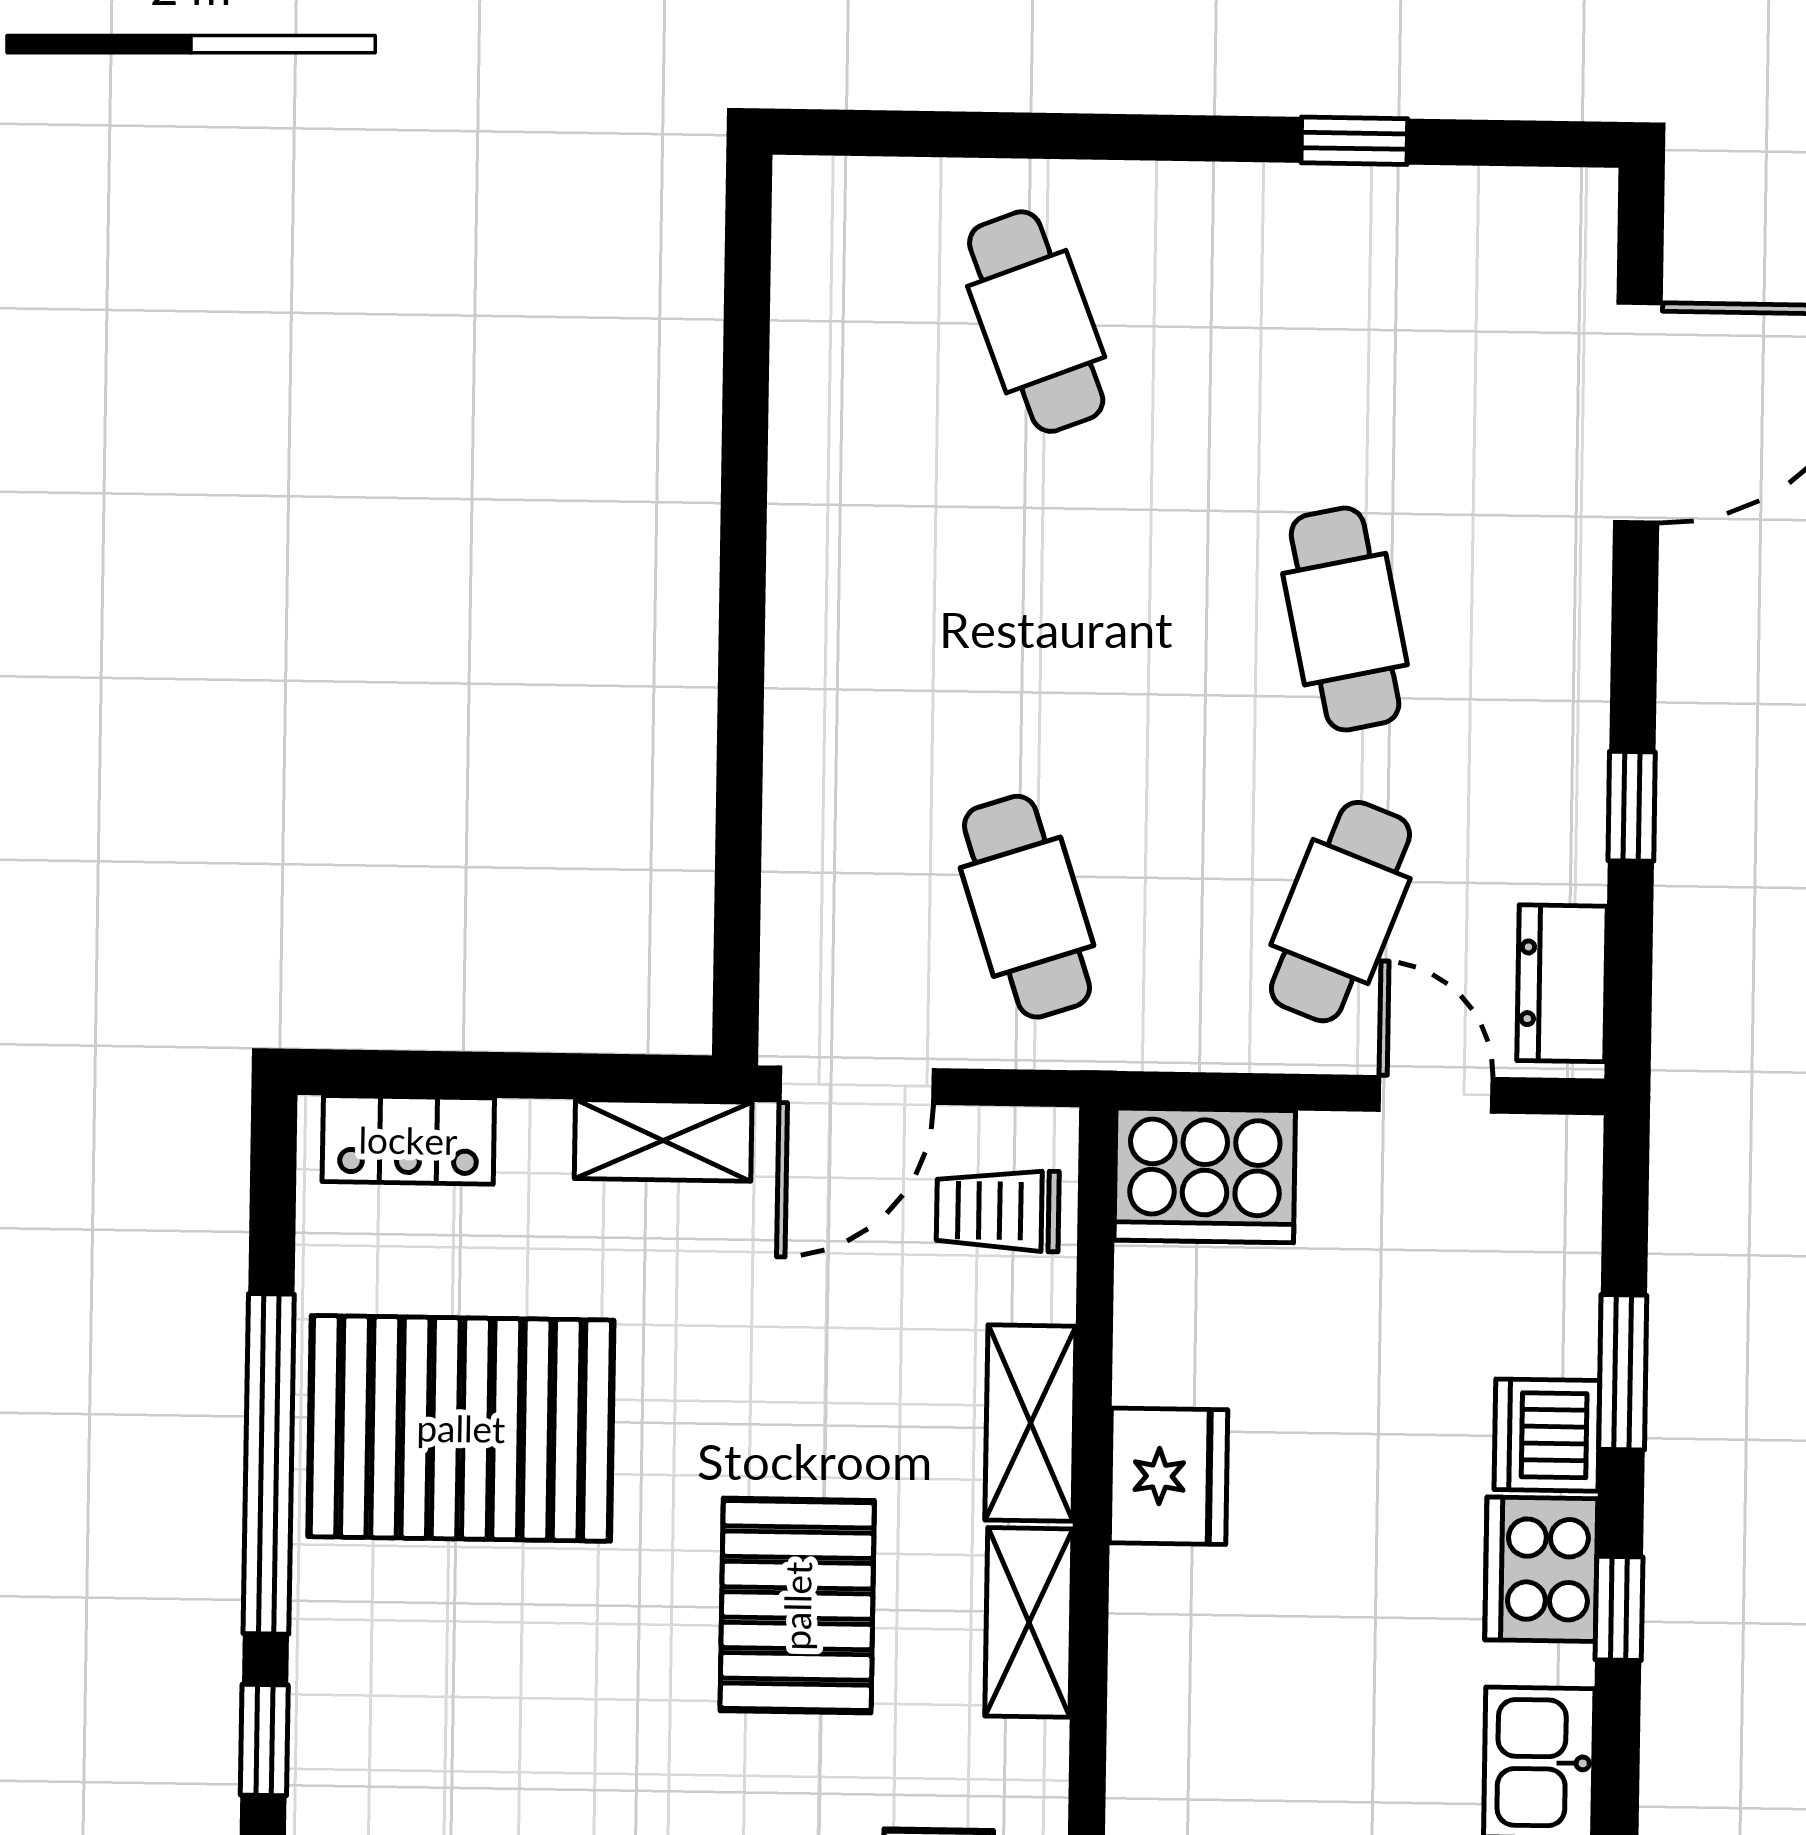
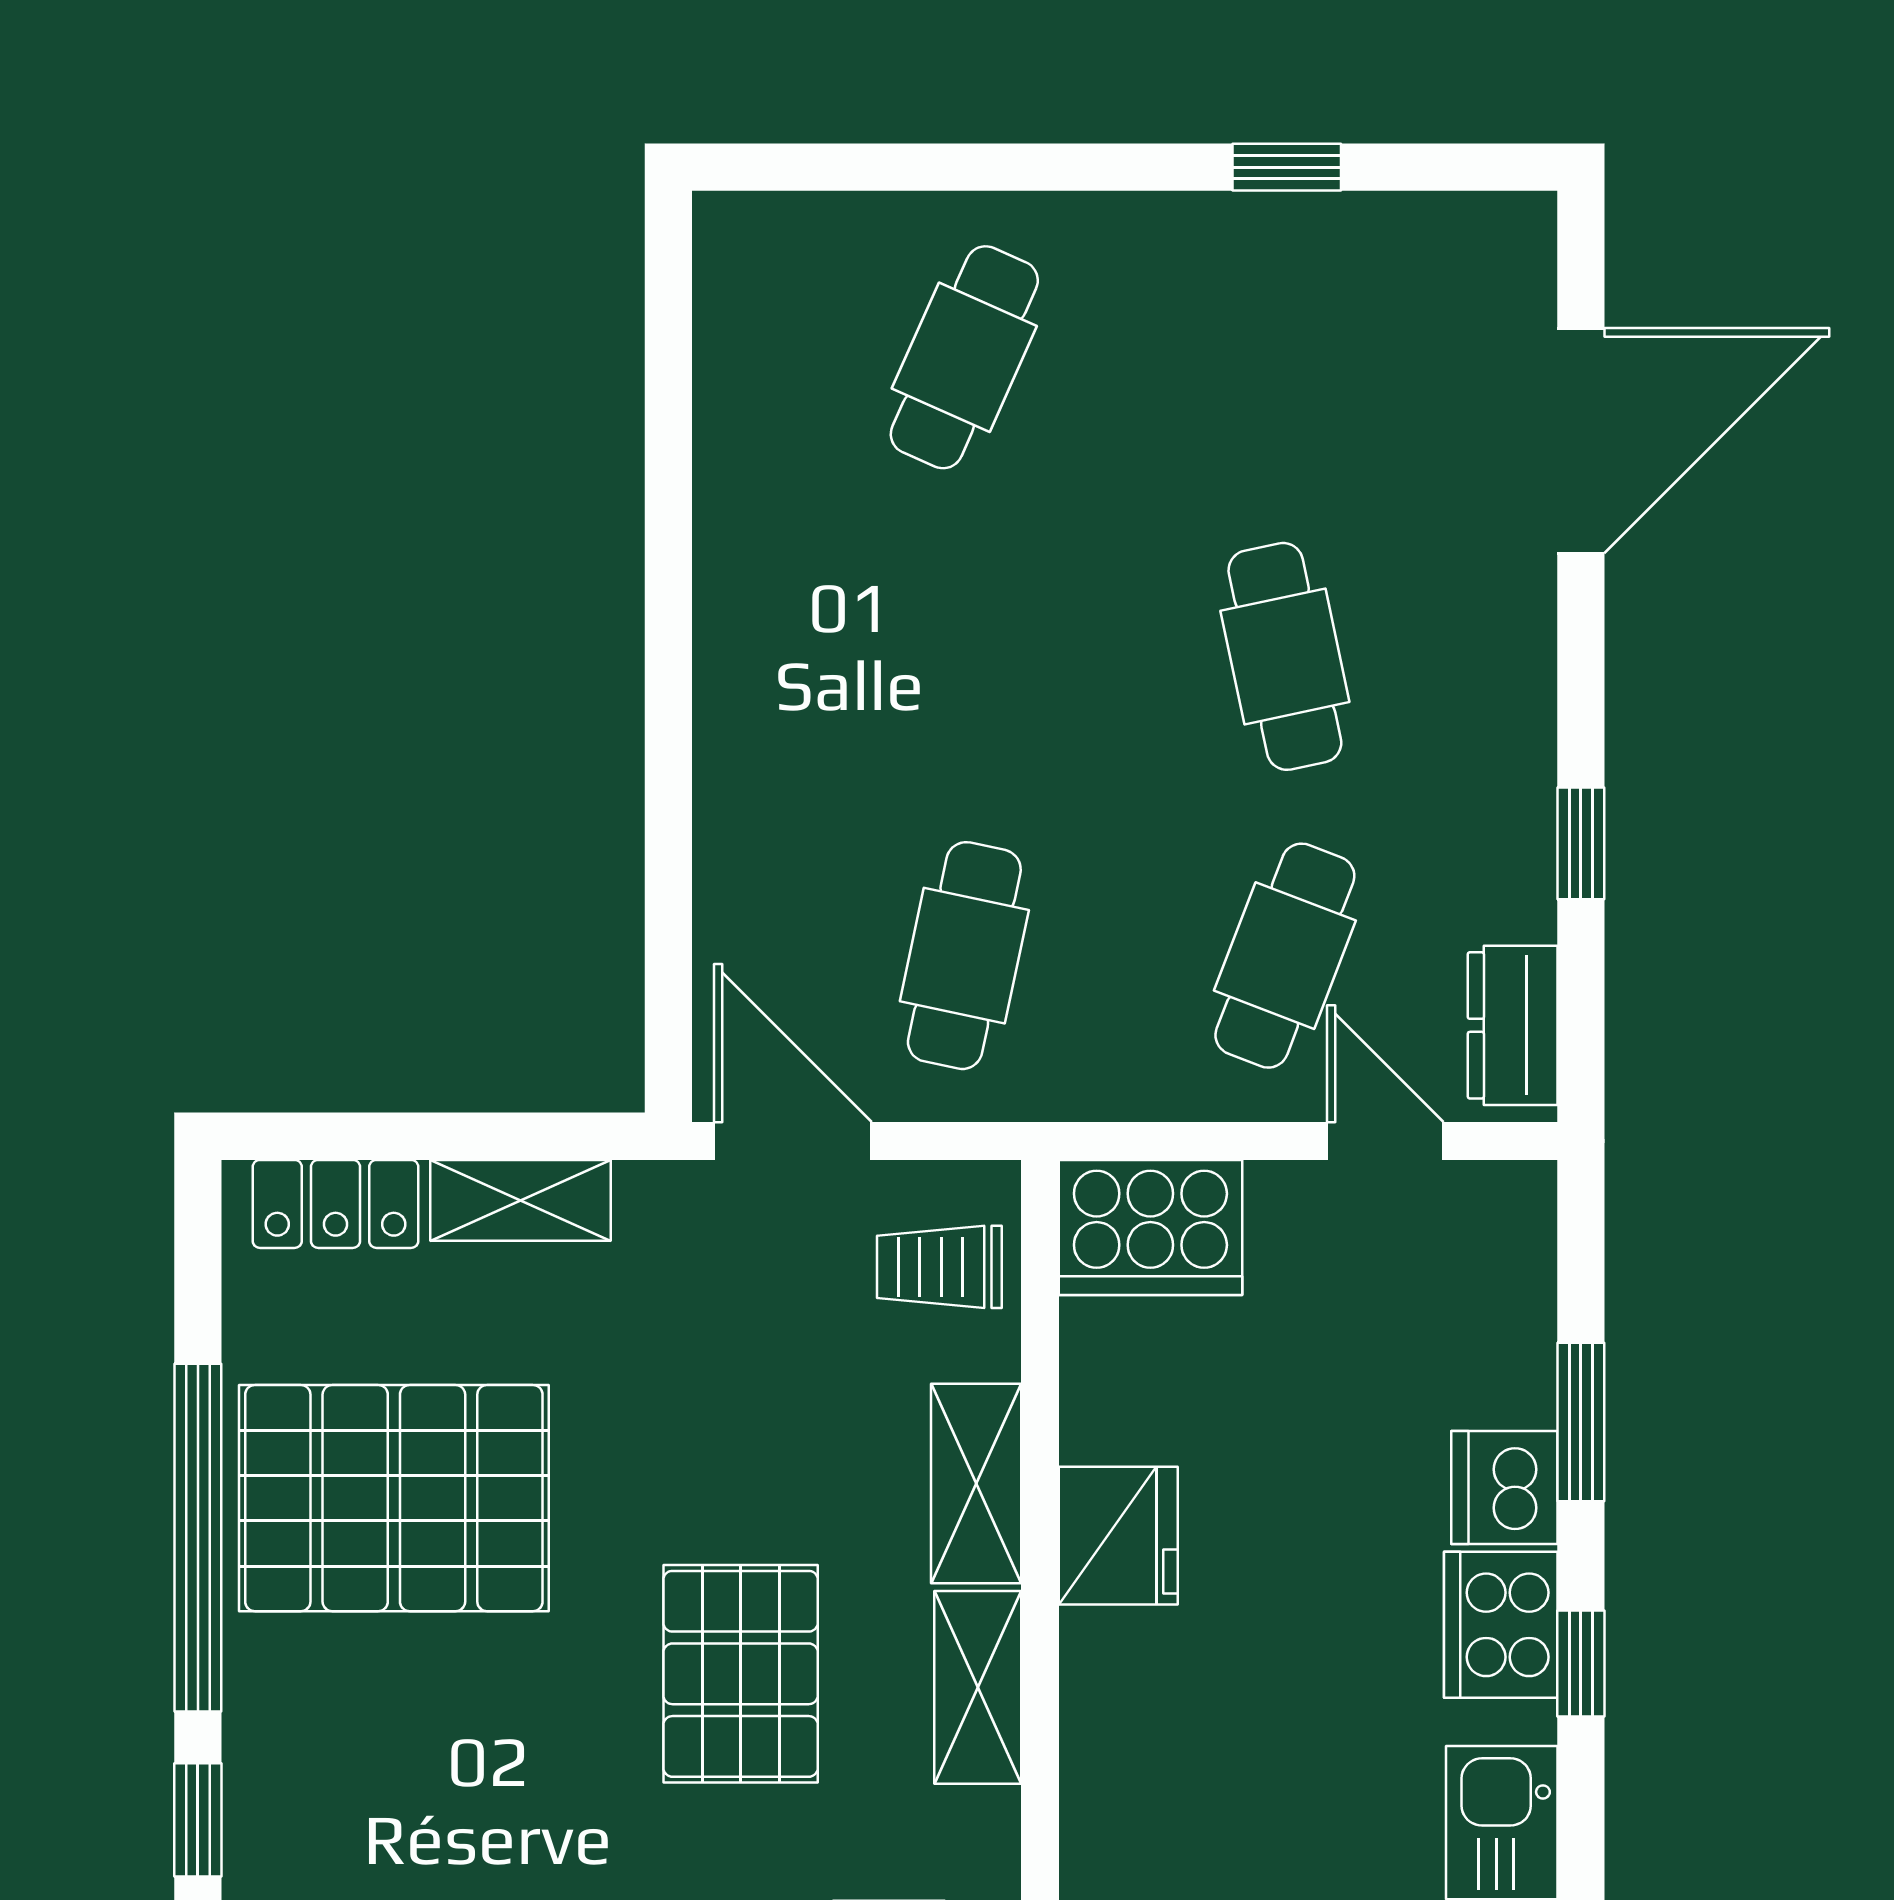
cafe table: (1036, 322) -> (964, 357), turned 45
cafe table: (1027, 907) -> (964, 956), turned 30
door: (857, 1085) -> (793, 1141), swing flipped
shelving: (663, 1140) -> (520, 1200), moved

